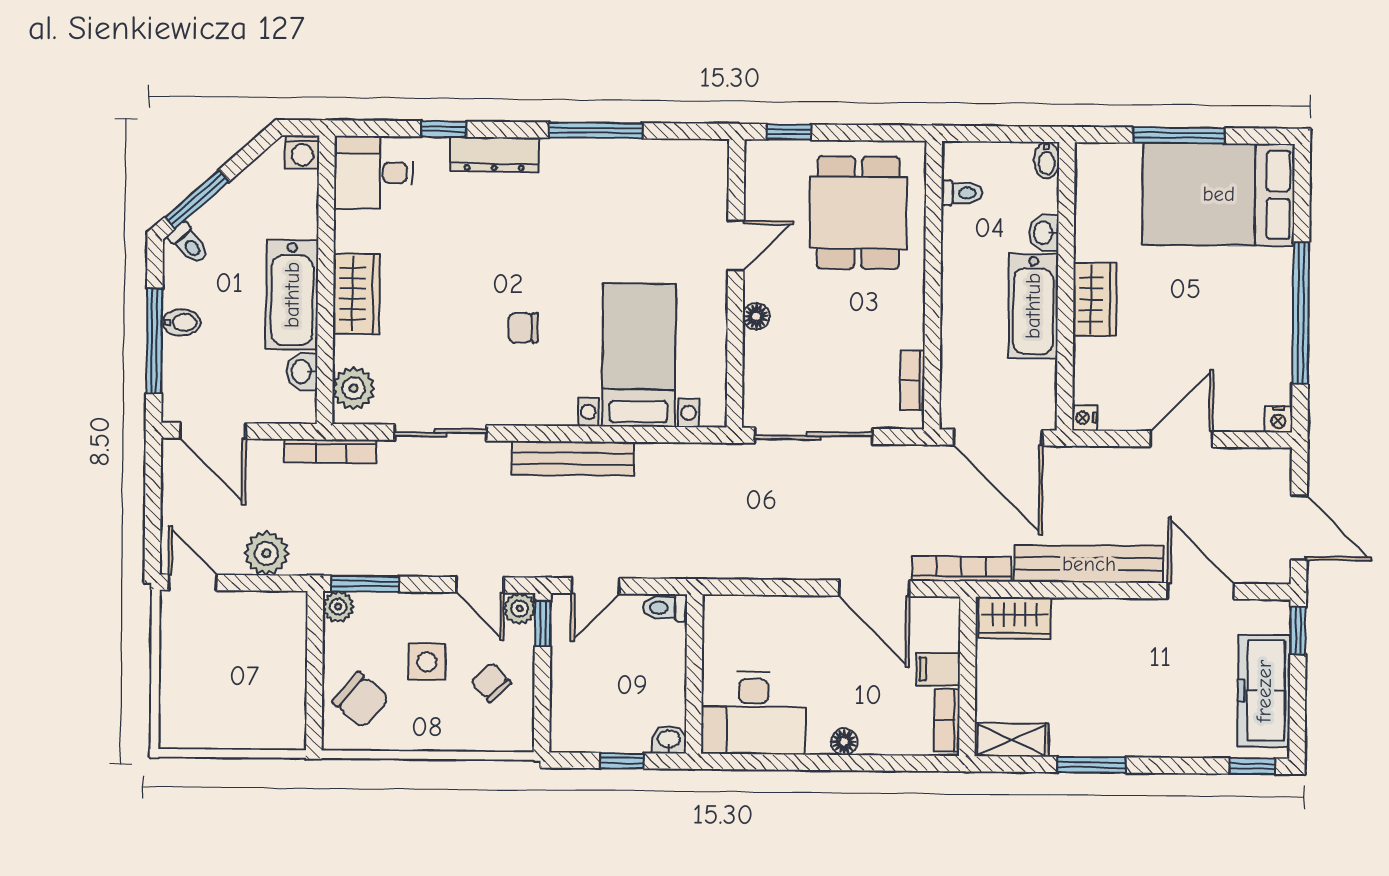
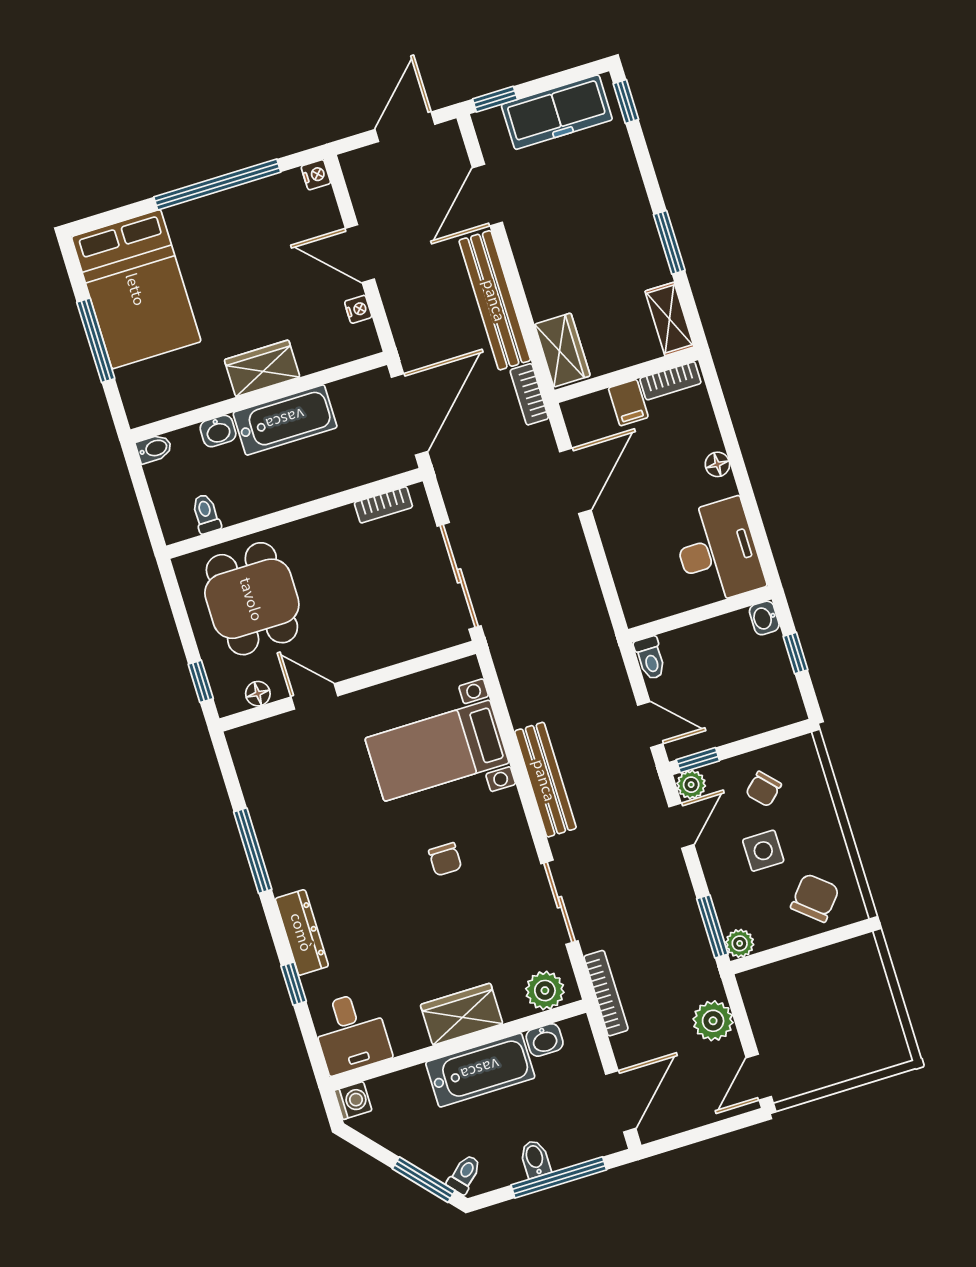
dining table: (858, 213) -> (252, 599), turned 90
floor lamp: (756, 316) -> (258, 694), moved
nightstand: (1084, 418) -> (358, 309), moved, turned -90
bookcase: (961, 569) -> (529, 394), width x0.64

